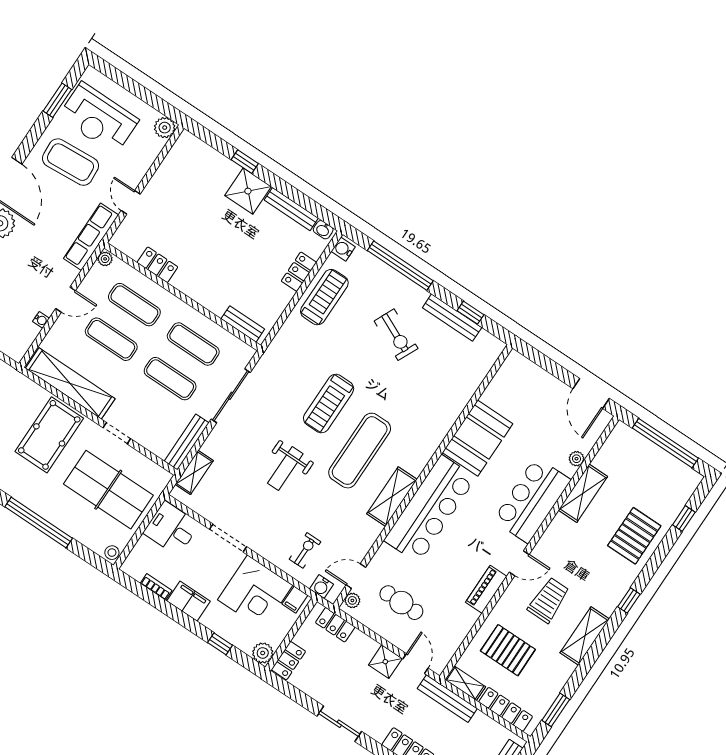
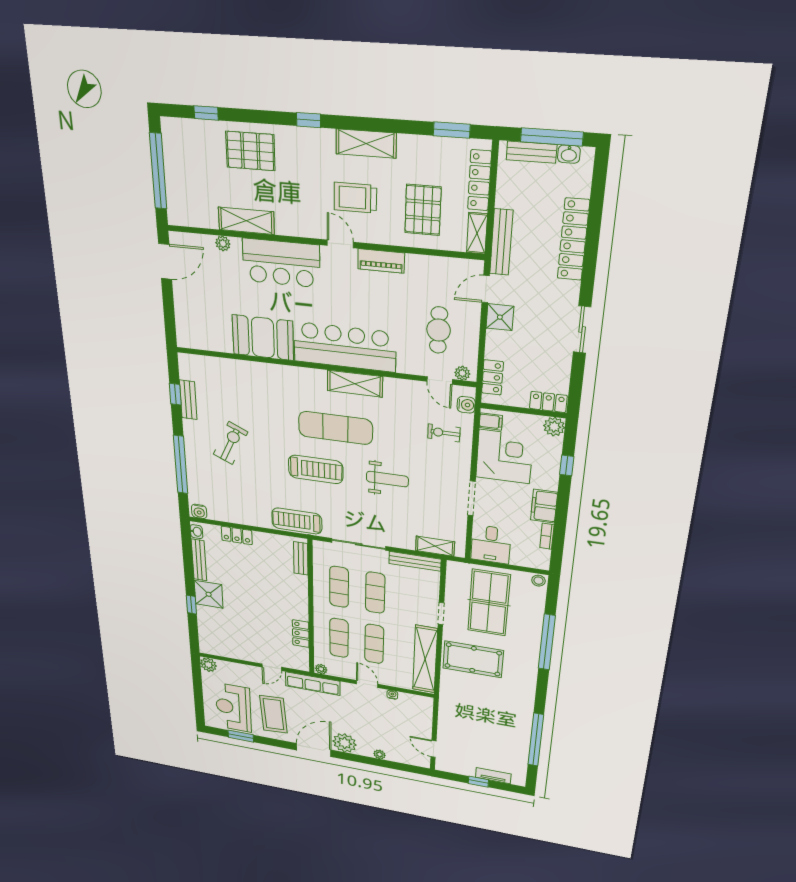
reception desk: (98, 118) -> (233, 707), turned 180
treadmill: (324, 297) -> (297, 521), moved
bench: (452, 318) -> (188, 400), width x0.73

